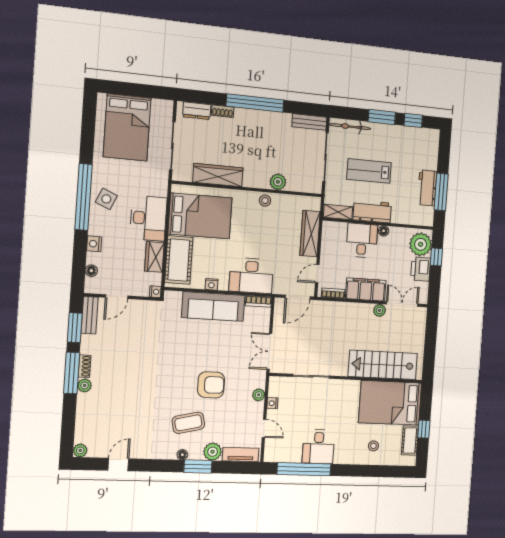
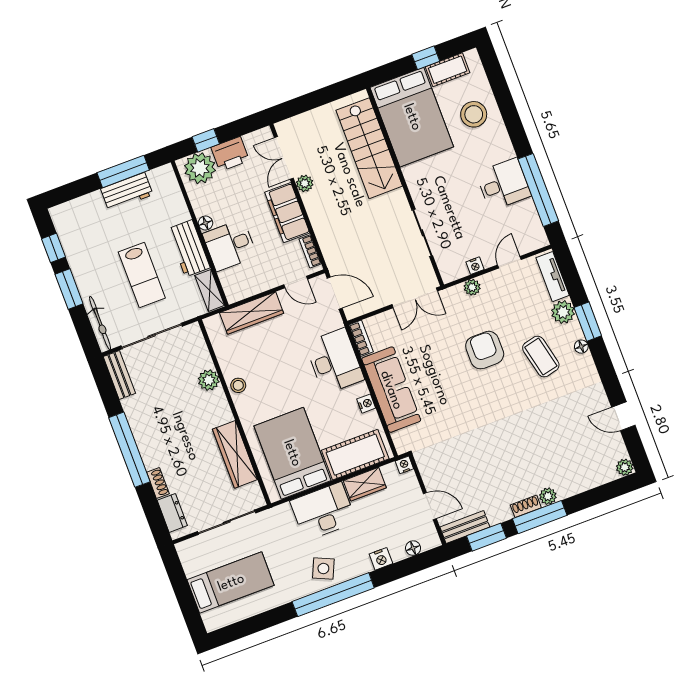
bed: (127, 127) -> (231, 583), width x0.67
stool: (373, 446) -> (474, 114), width x1.89, depth x1.89

